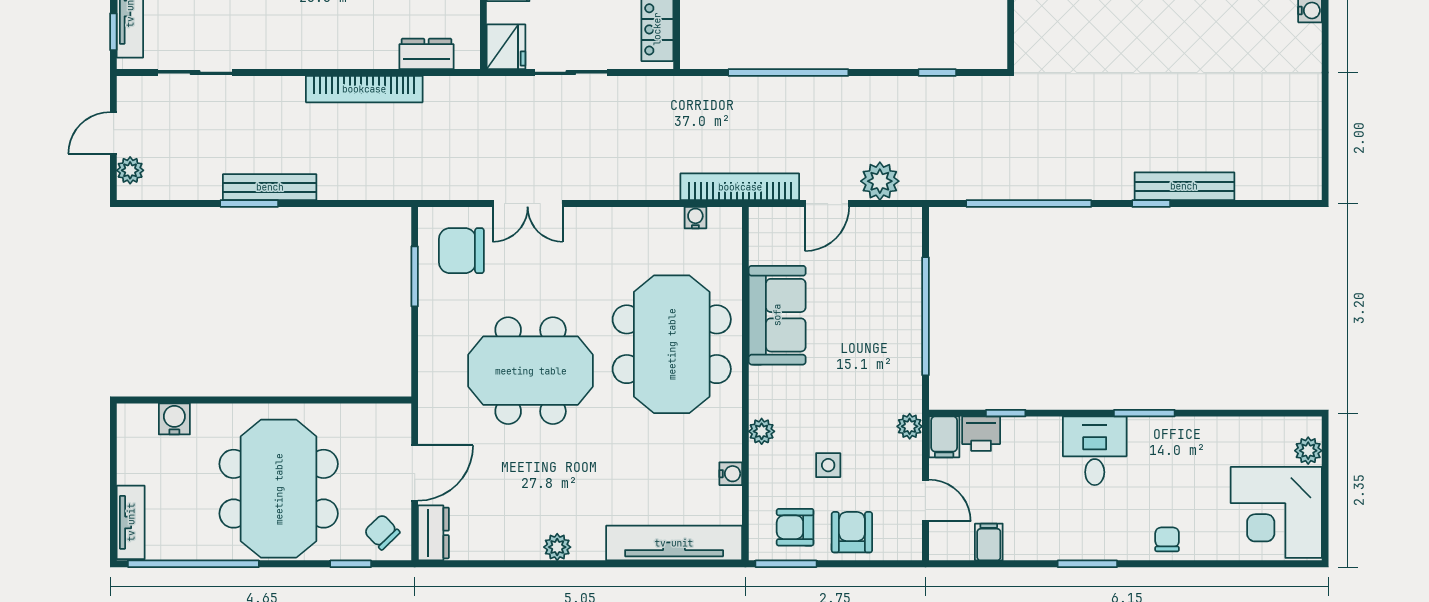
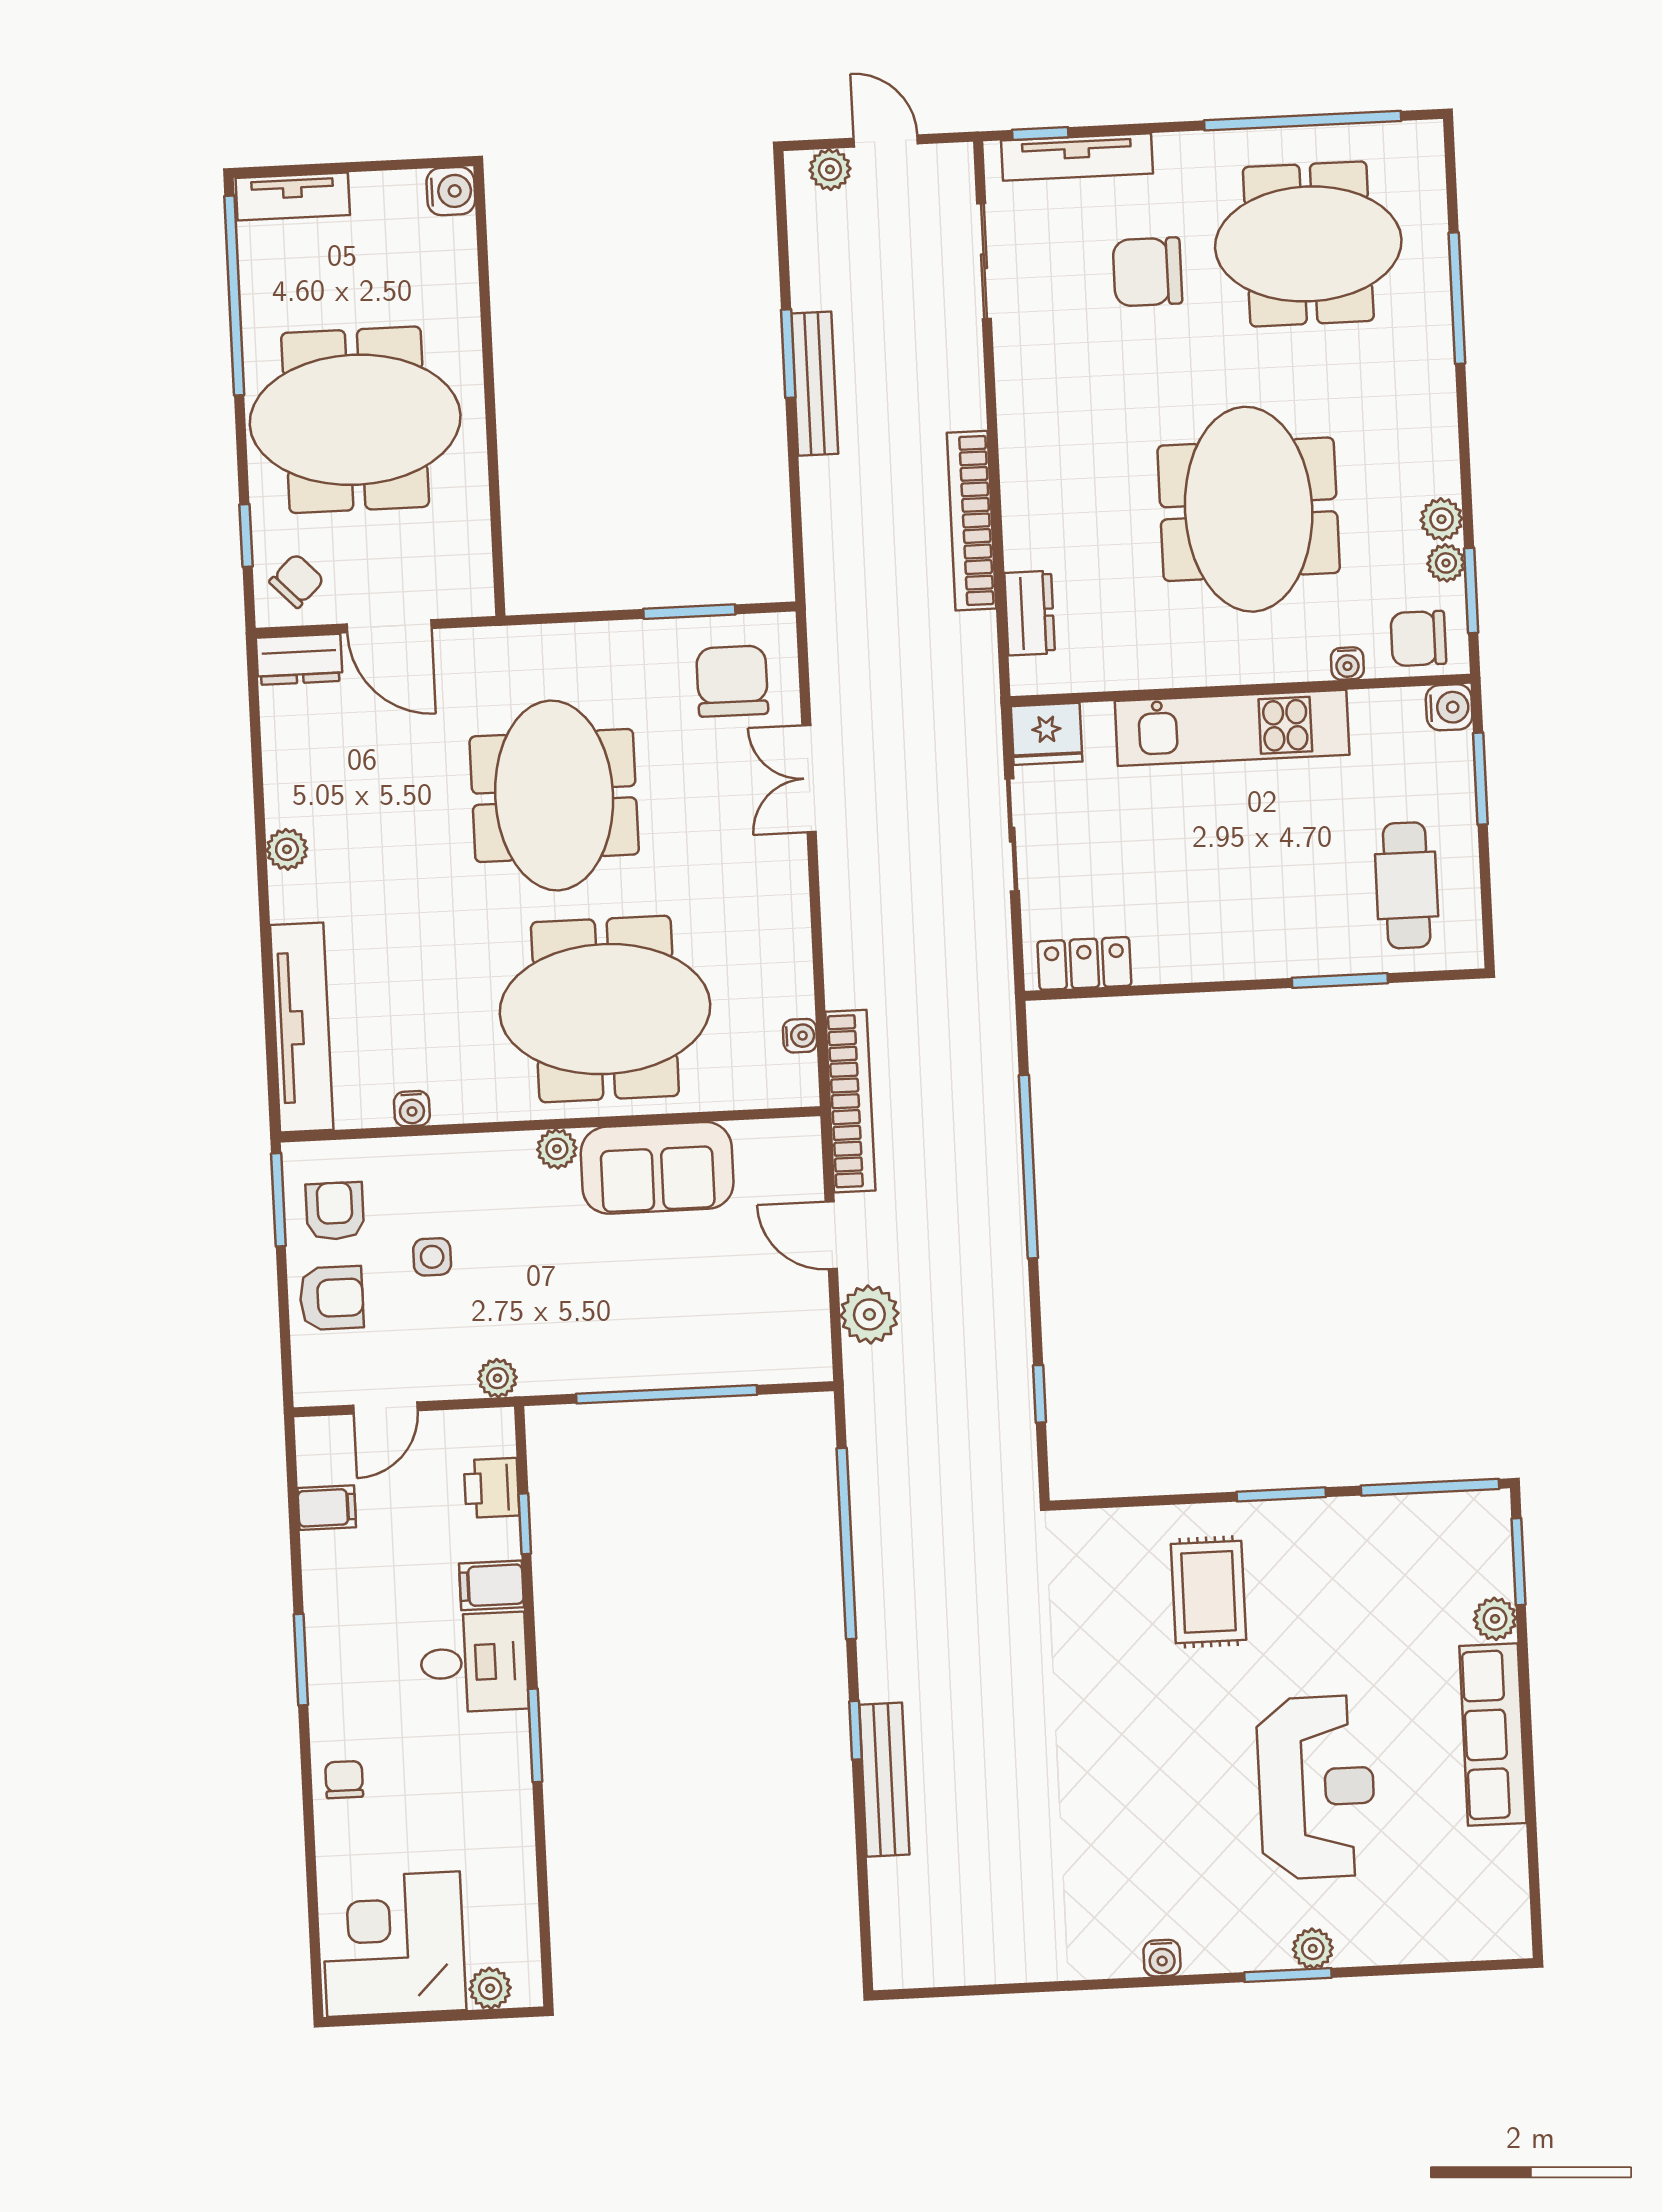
water cooler: (174, 419) -> (451, 191), moved
plant: (762, 431) -> (557, 1149), moved
filing cabinet: (944, 437) -> (491, 1585), moved
chair: (1167, 539) -> (344, 1780), turned -90

